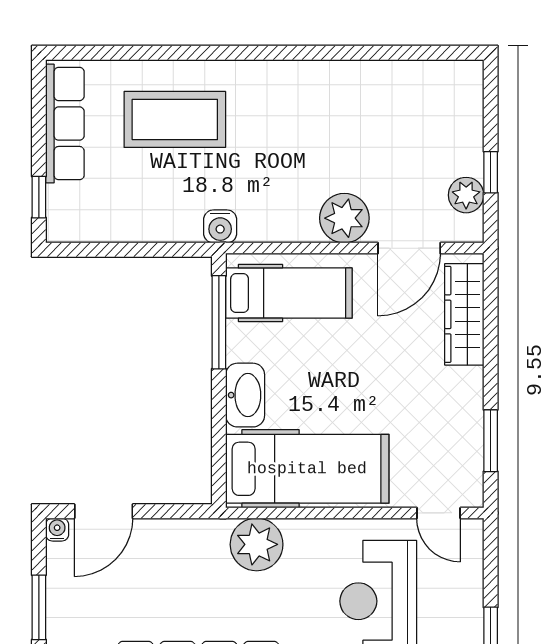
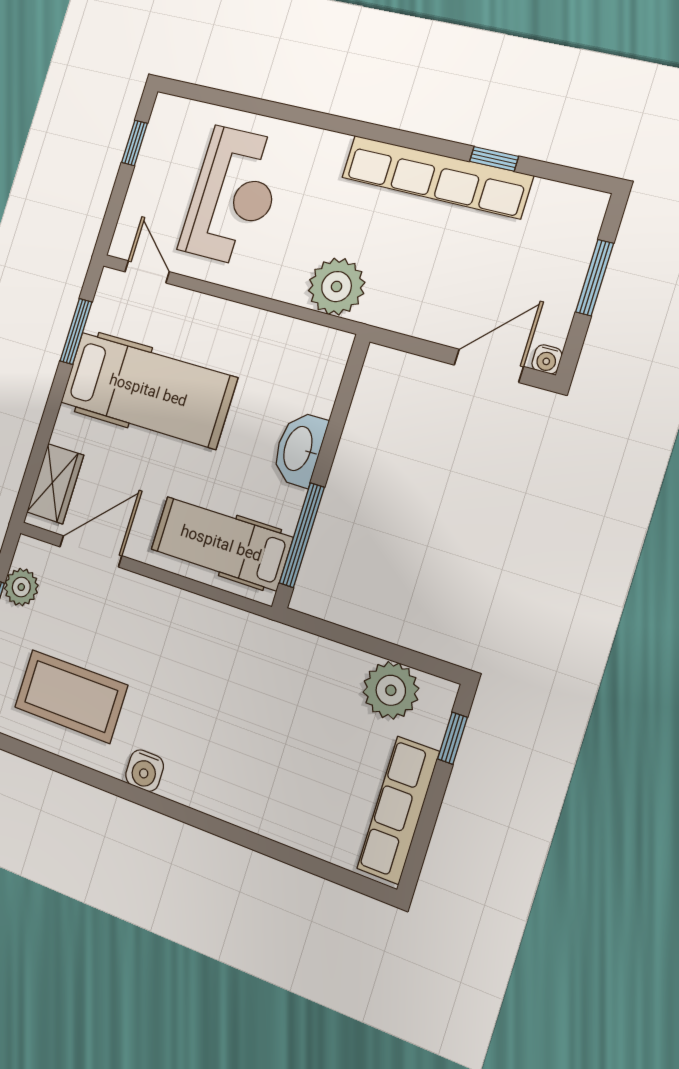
coffee table: (175, 119) -> (71, 696), moved
plant: (344, 218) -> (391, 690), moved
water cooler: (220, 226) -> (145, 771), moved, turned 180
wardrobe: (464, 314) -> (55, 484), width x0.67
hospital bed: (307, 469) -> (148, 390), moved, turned 180

